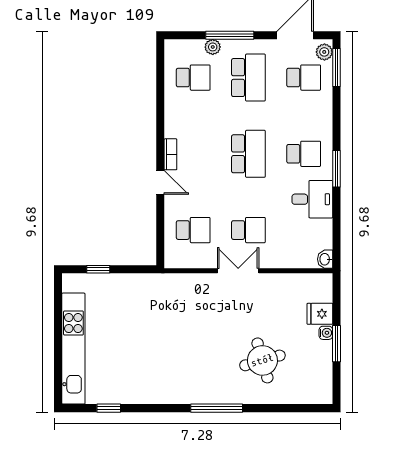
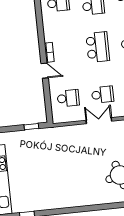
window: (98, 269) -> (31, 127), moved
window: (217, 408) -> (94, 208), removed

